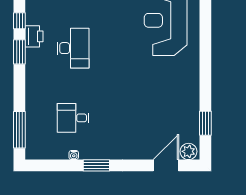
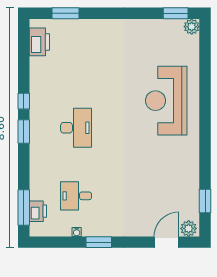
printer: (34, 36) -> (38, 211), moved

